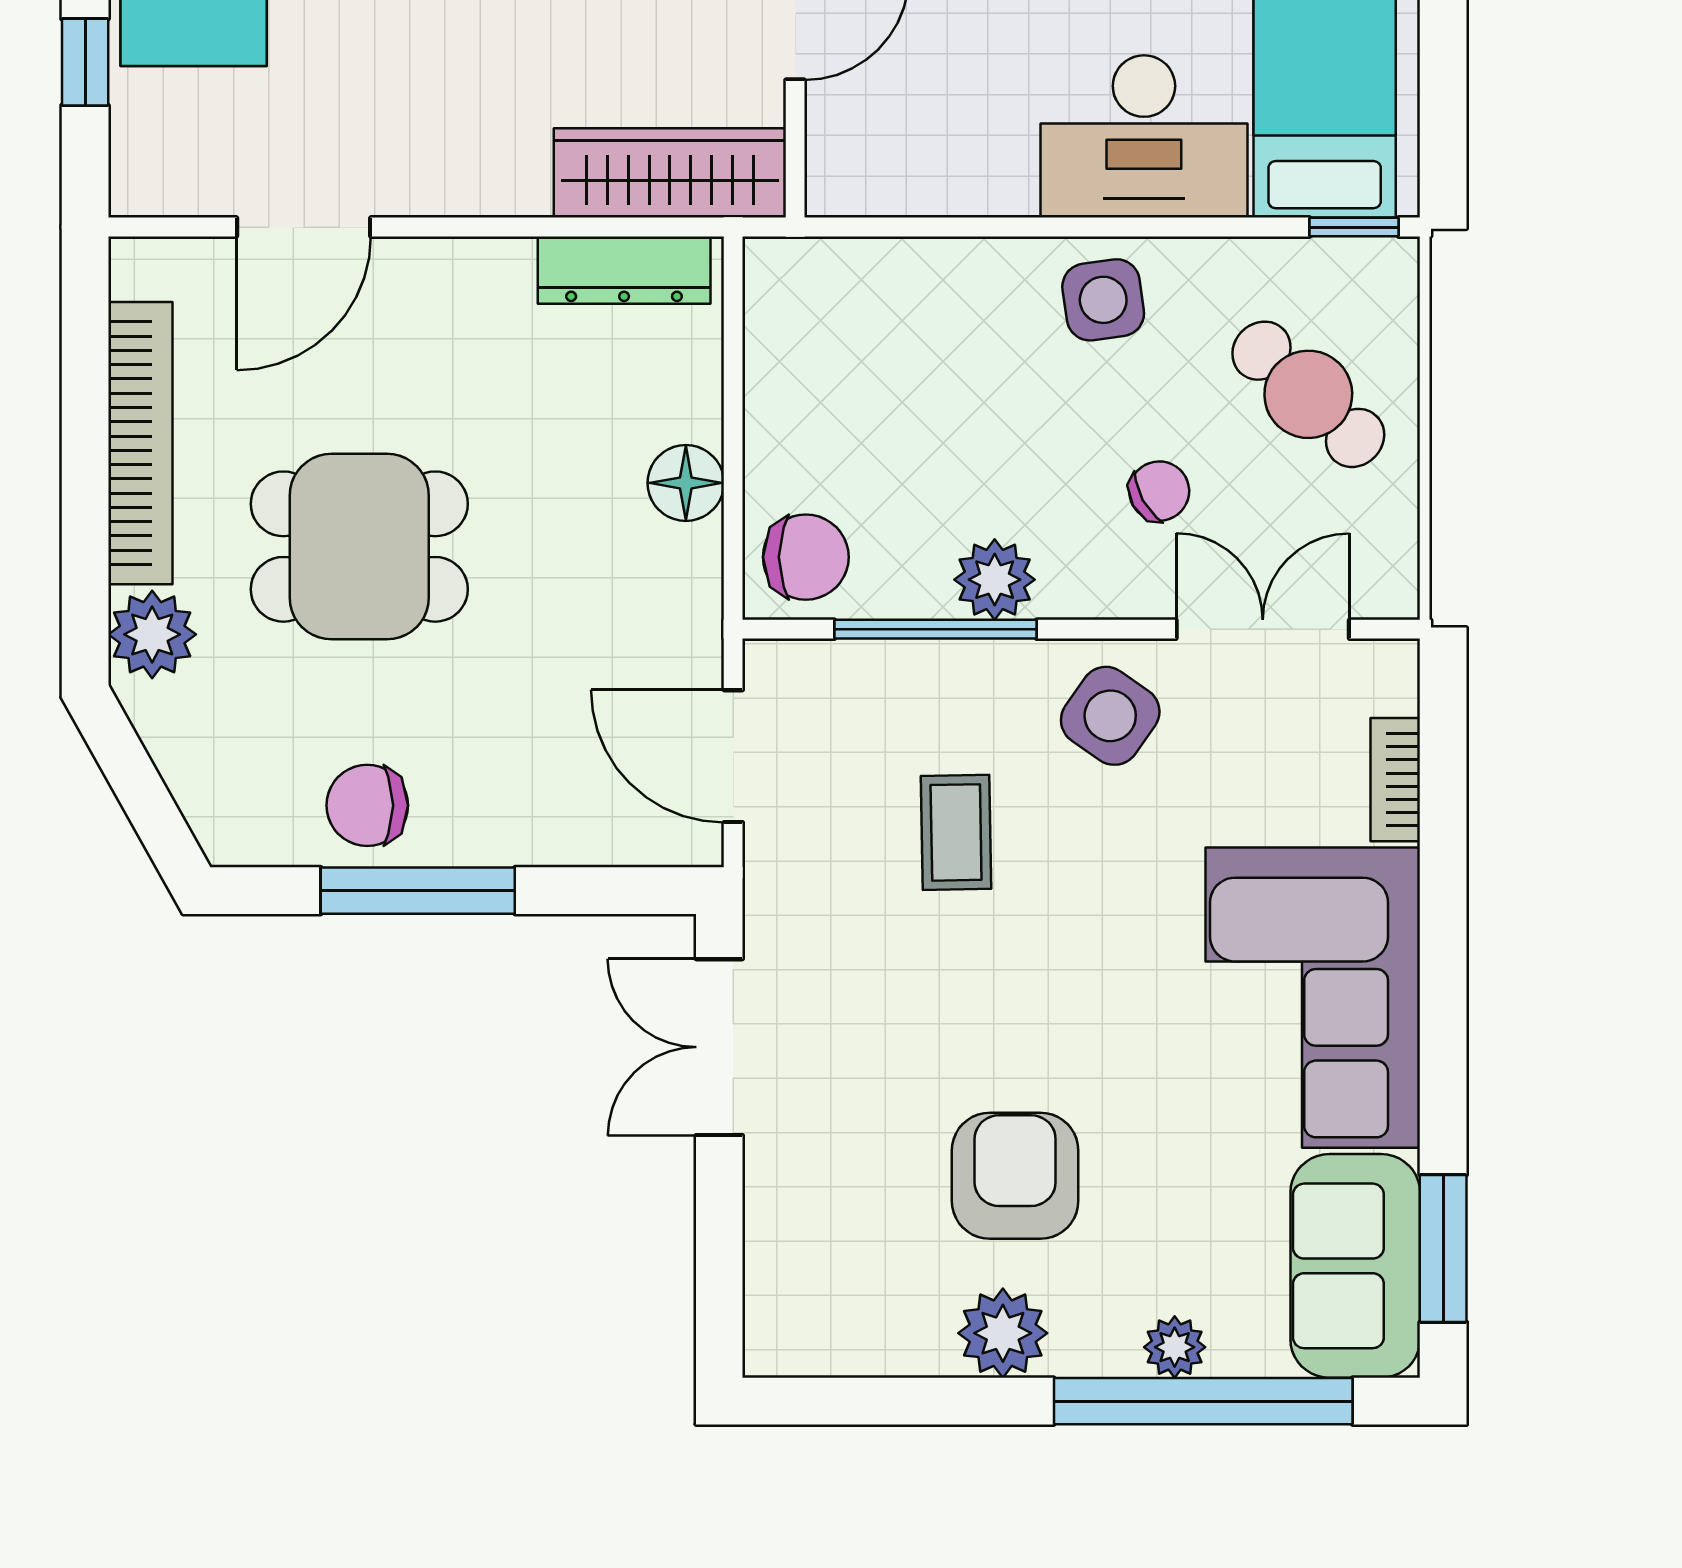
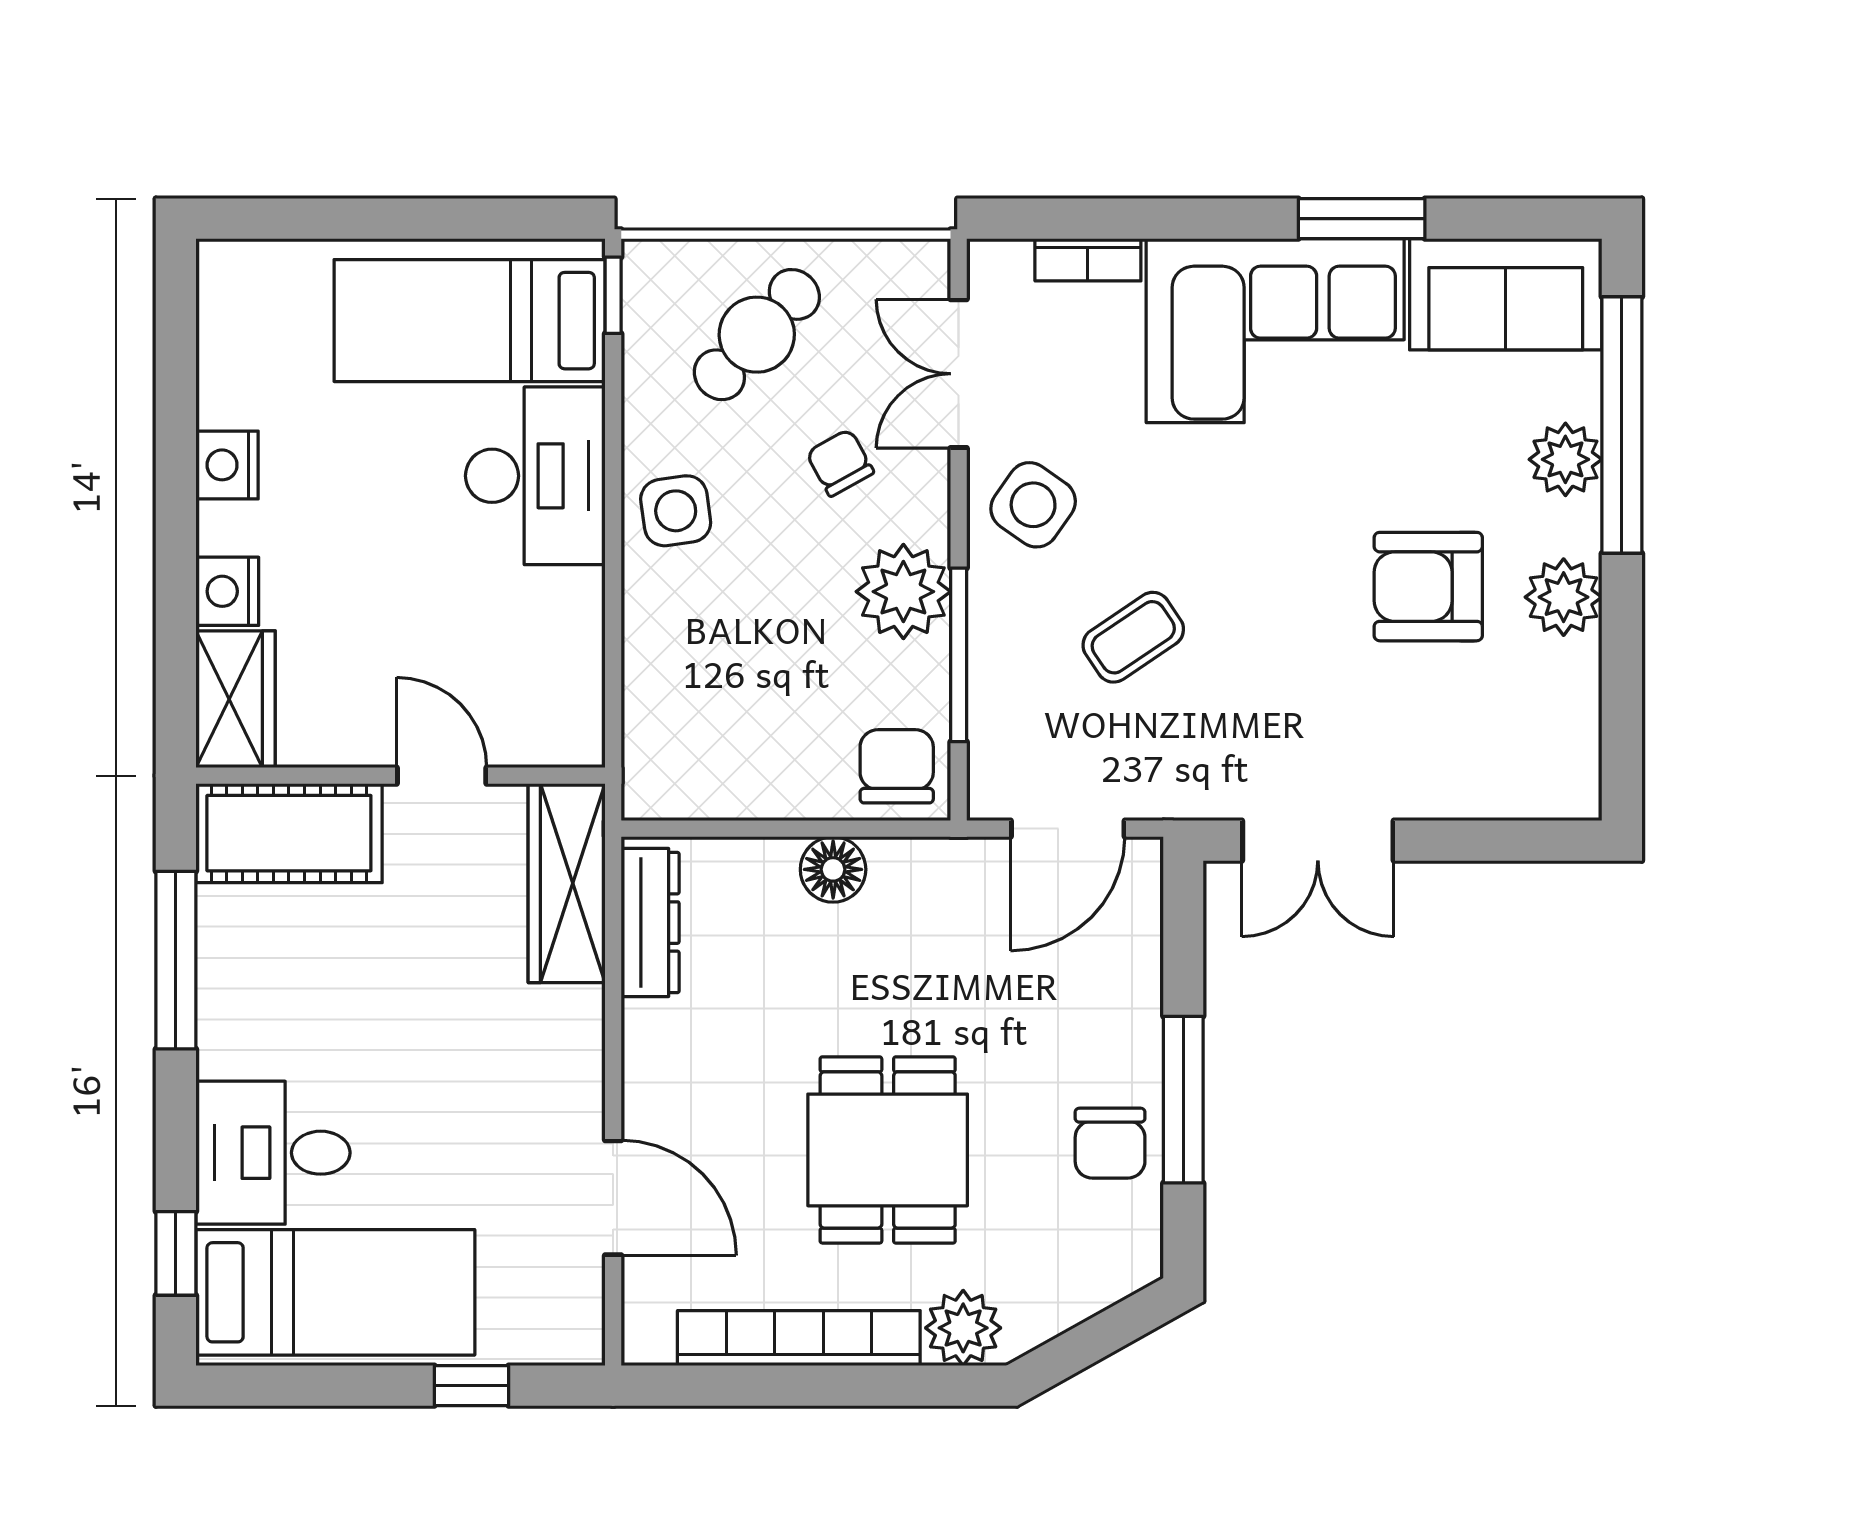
plant: (995, 580) -> (903, 592), width x1.36, depth x1.36
coffee table: (956, 832) -> (1133, 637), turned -33
window: (1443, 1248) -> (1362, 219), moved
plant: (1175, 1347) -> (1565, 459), width x1.38, depth x1.38

